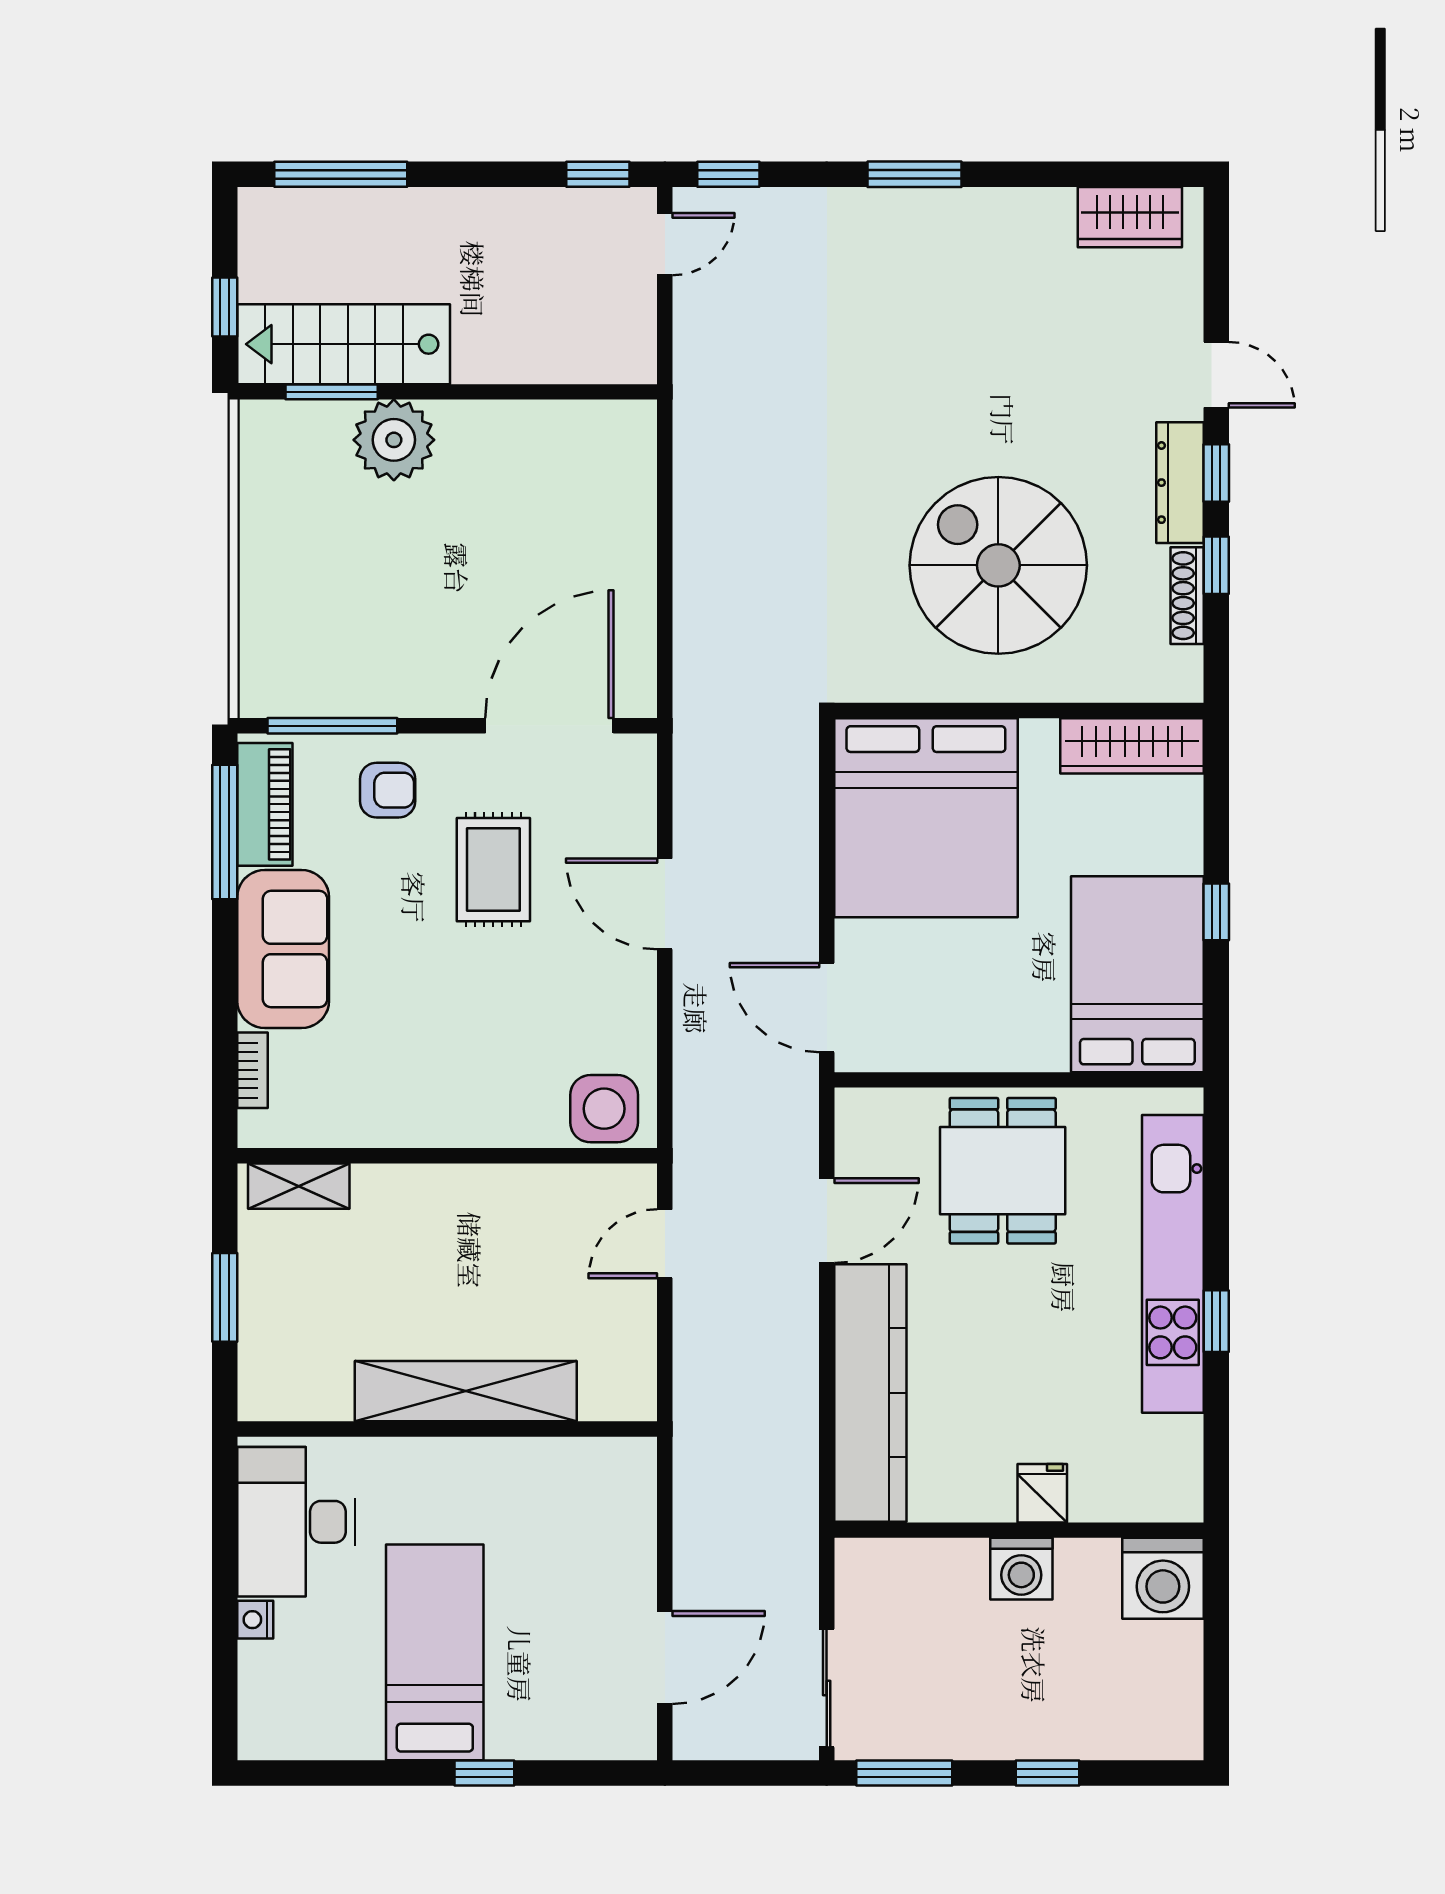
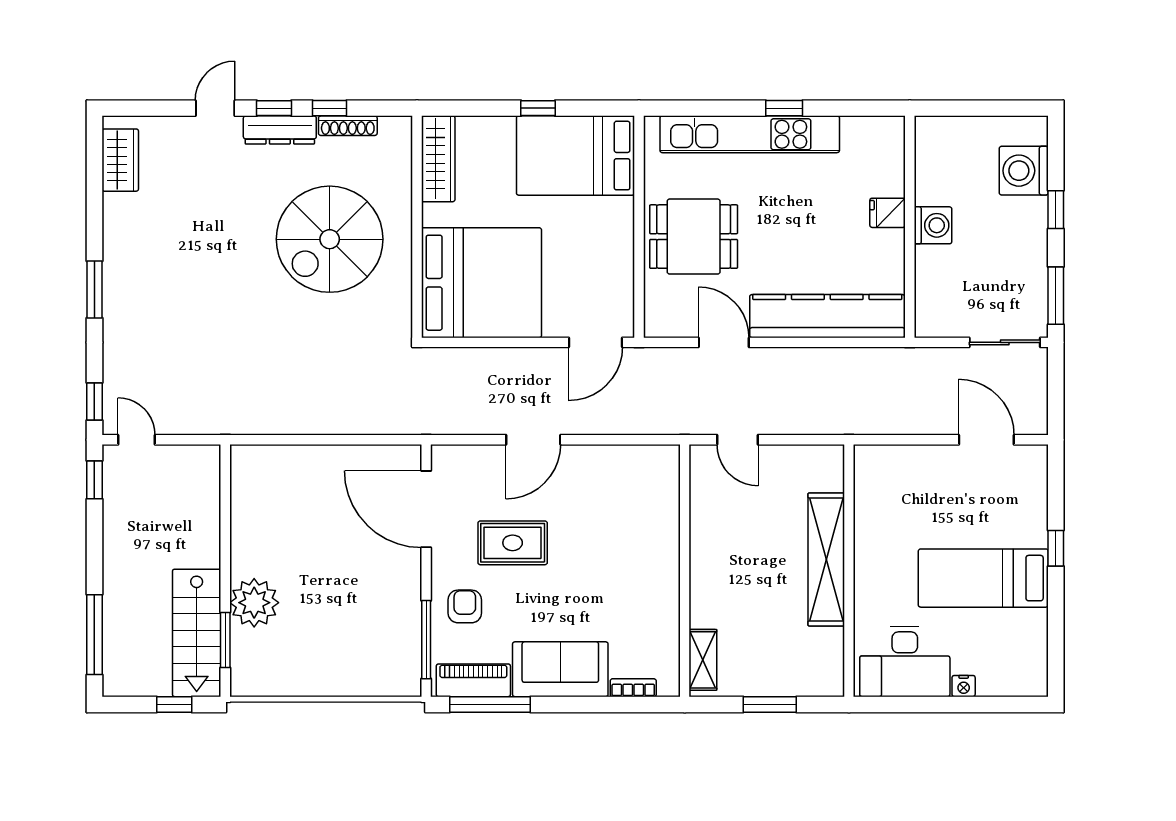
side table: (604, 1109) -> (656, 476), removed
washing machine: (1163, 1578) -> (1024, 171), moved, turned 180

